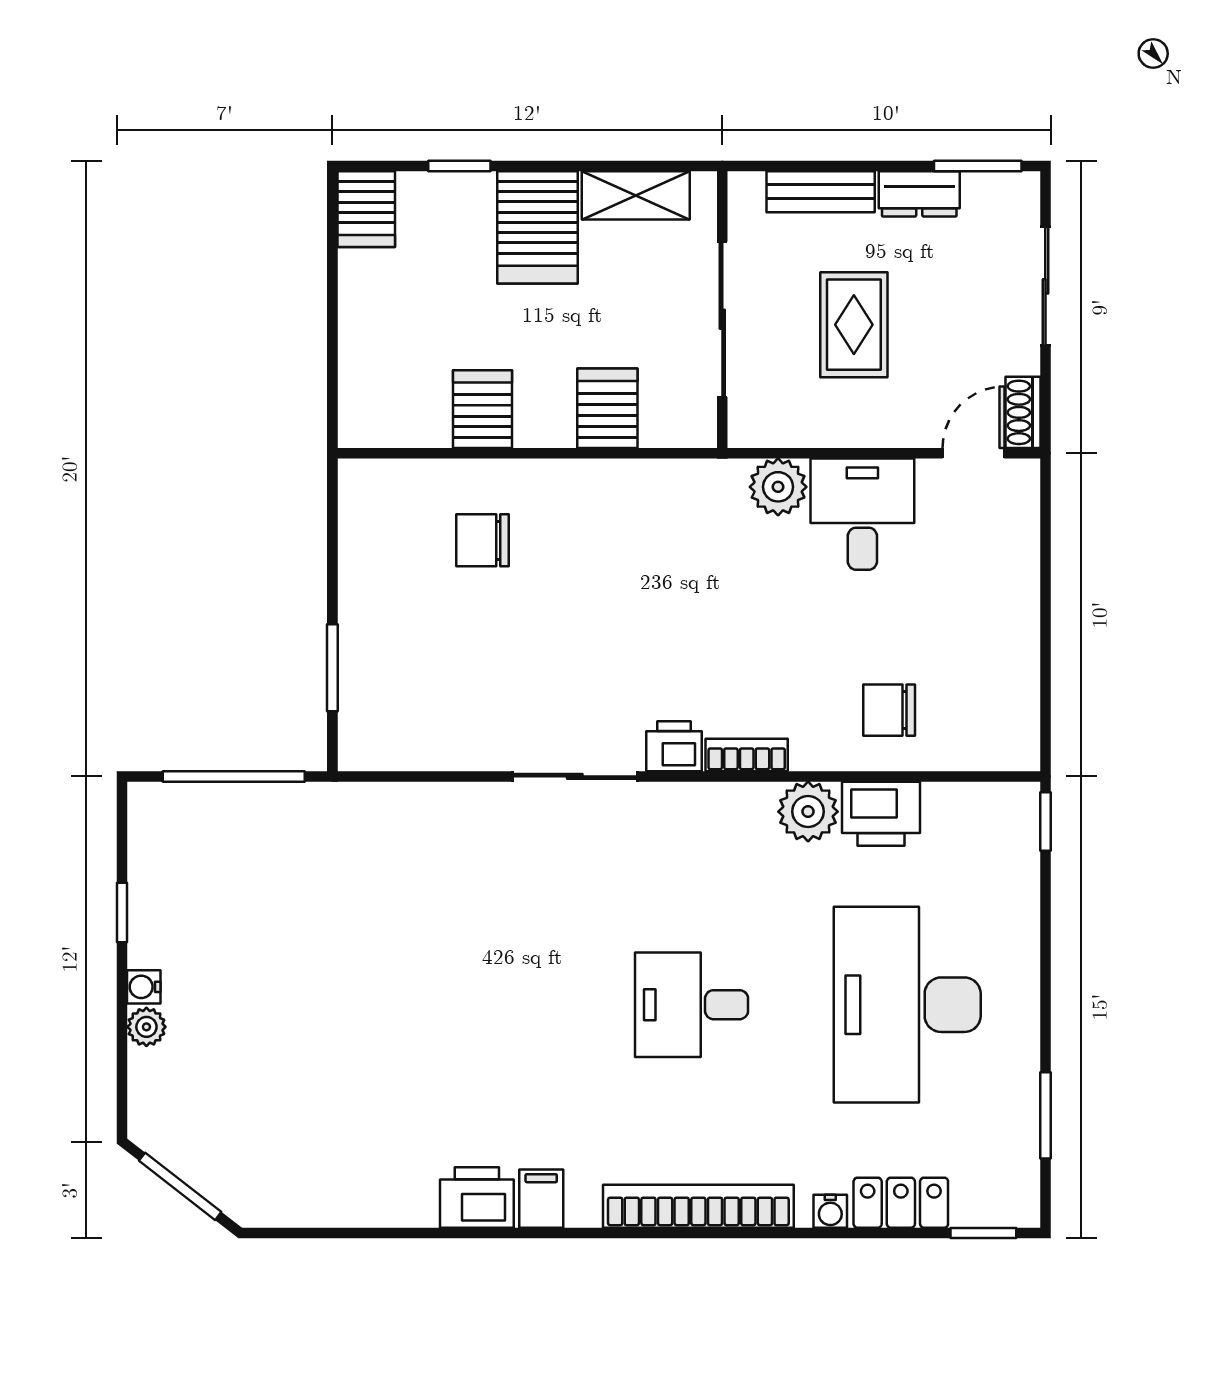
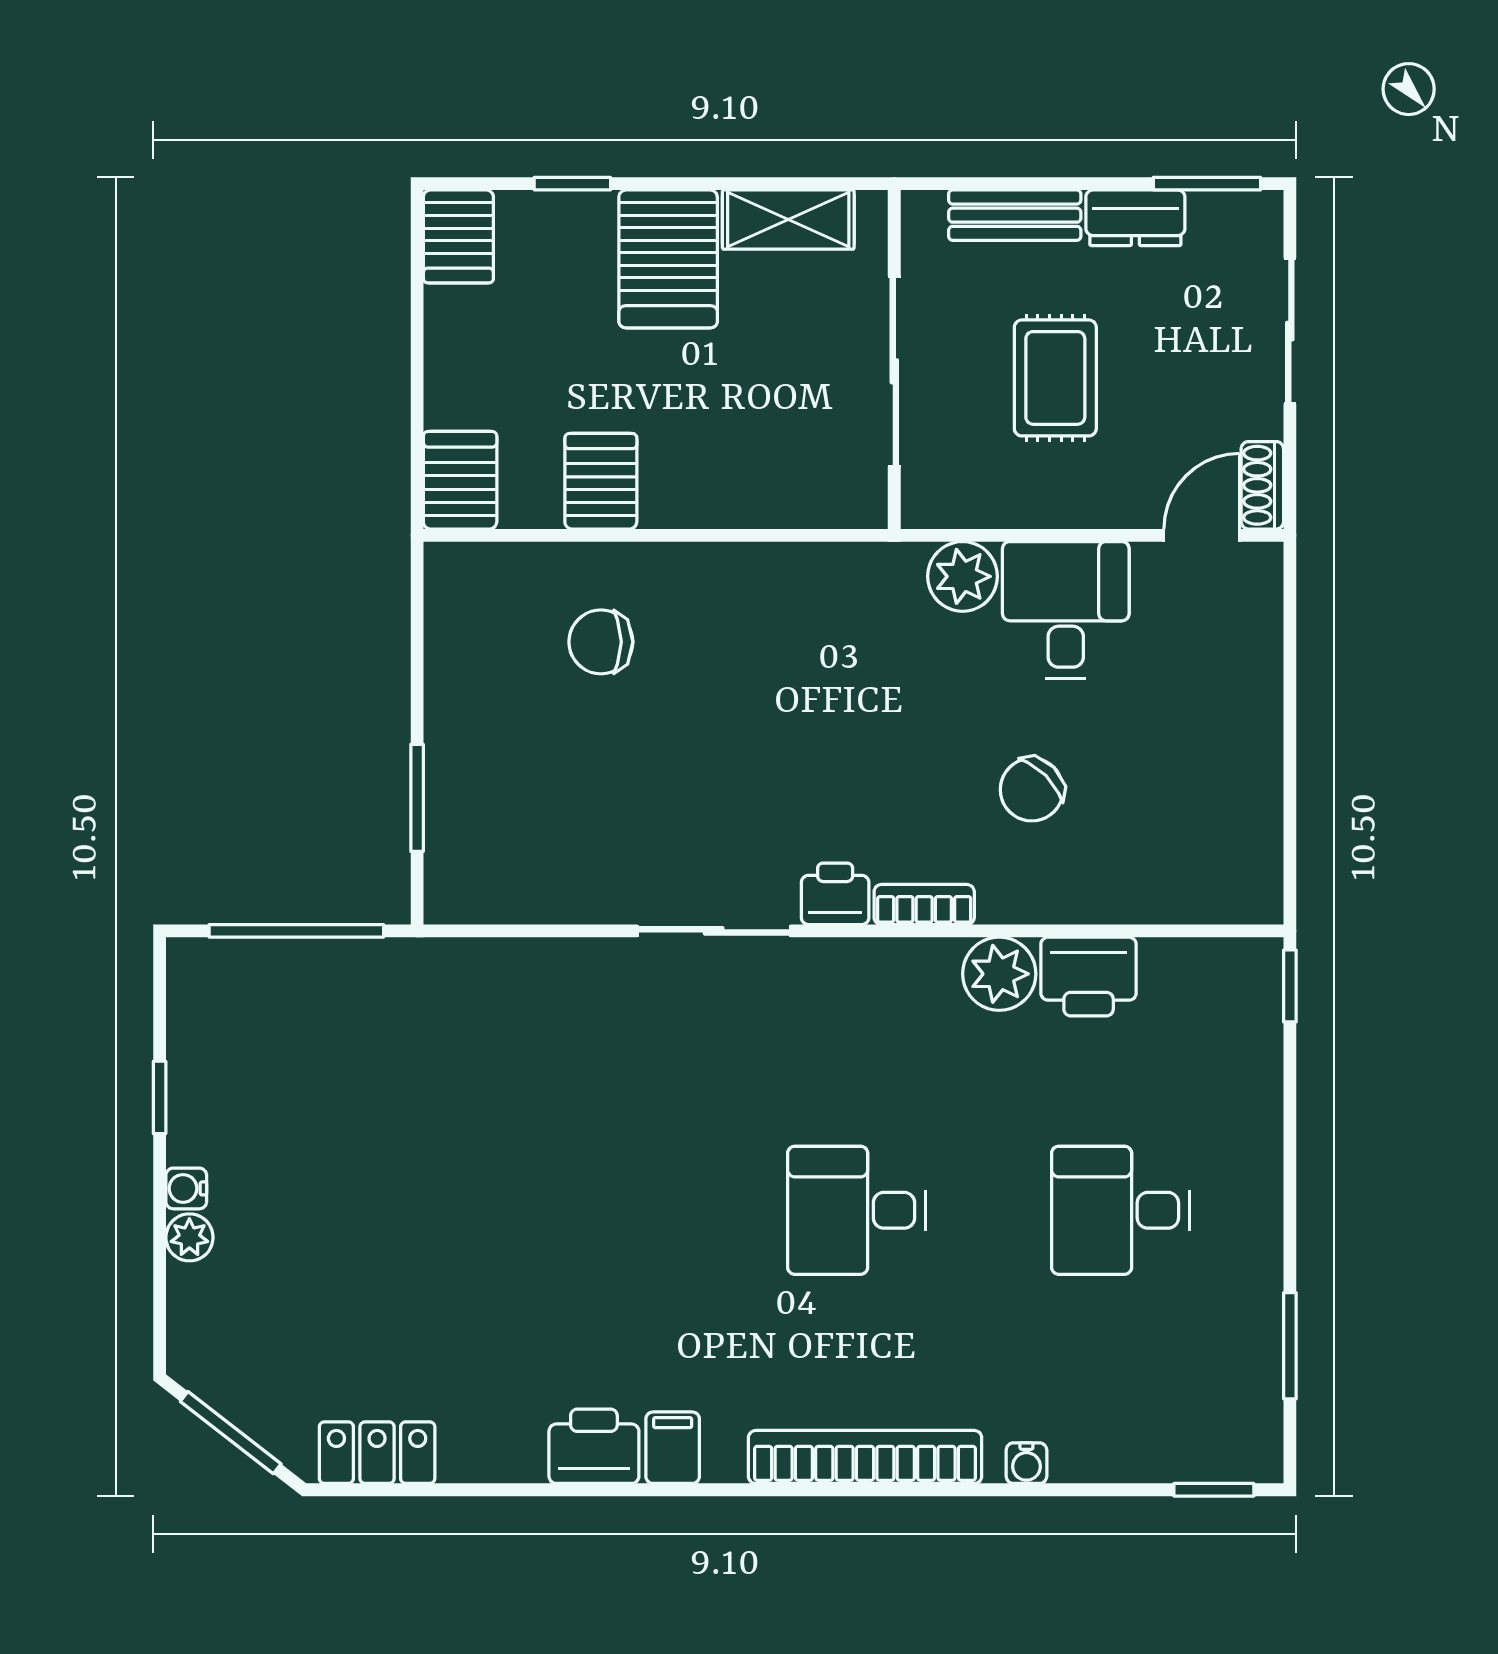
server rack: (607, 408) -> (460, 480), moved
chair: (889, 710) -> (1032, 790), moved, turned -45
desk: (907, 1005) -> (1121, 1210), width x0.53, depth x0.77
locker: (901, 1203) -> (377, 1453), moved

